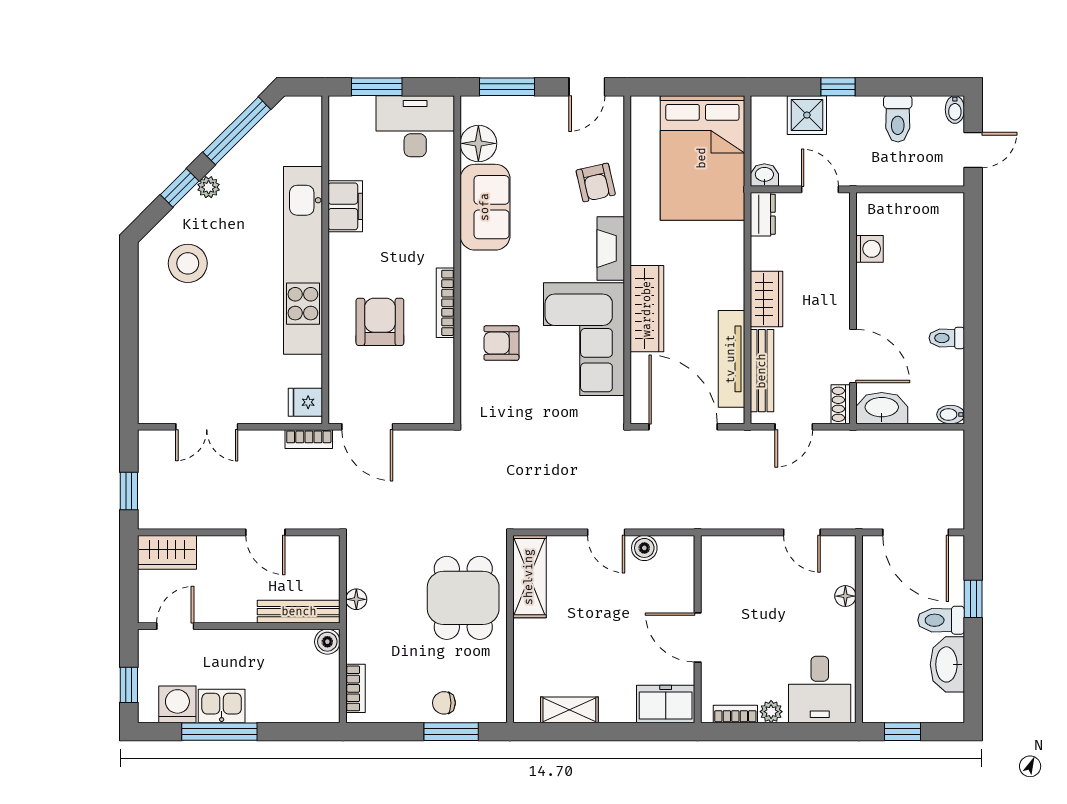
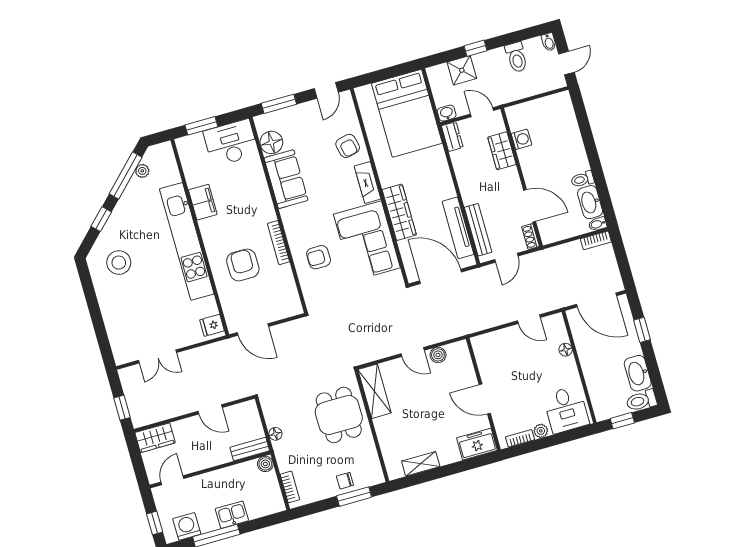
plant: (209, 187) -> (142, 171), moved
wardrobe: (767, 299) -> (502, 151), moved, turned 180
washbasin: (882, 408) -> (590, 202), moved, turned -90
bookcase: (309, 439) -> (596, 240), moved
bench: (299, 612) -> (250, 449), width x0.73
toilet: (941, 620) -> (641, 401), moved
kitchen sink: (222, 706) -> (232, 515), moved

